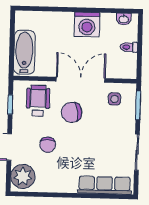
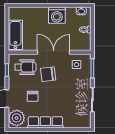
wheelchair: (38, 101) -> (25, 67), turned 90
row of seats: (104, 185) -> (45, 122), moved

